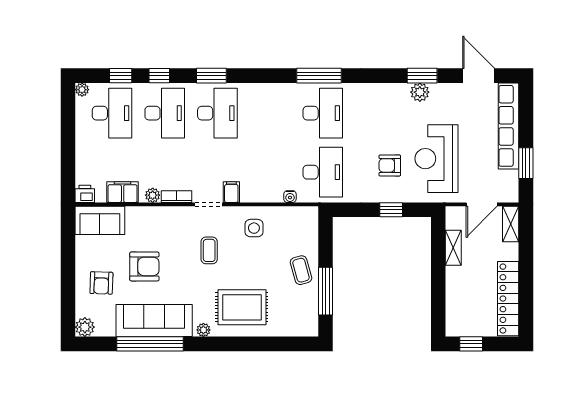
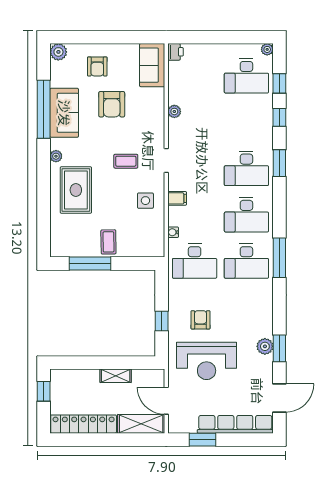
desk: (165, 113) -> (246, 215), moved
reception desk: (436, 159) -> (207, 361), turned 180
filing cabinet: (123, 192) -> (177, 85), removed
filing cabinet: (231, 192) -> (177, 198), moved
bookcase: (176, 197) -> (173, 132), removed
shelving: (511, 224) -> (141, 424), width x1.50, depth x1.33
shelving: (453, 248) -> (116, 376), moved
coffee table: (301, 270) -> (108, 242), turned -75
armchair: (101, 283) -> (97, 66), turned -92
sofa: (154, 321) -> (64, 113), width x0.73

